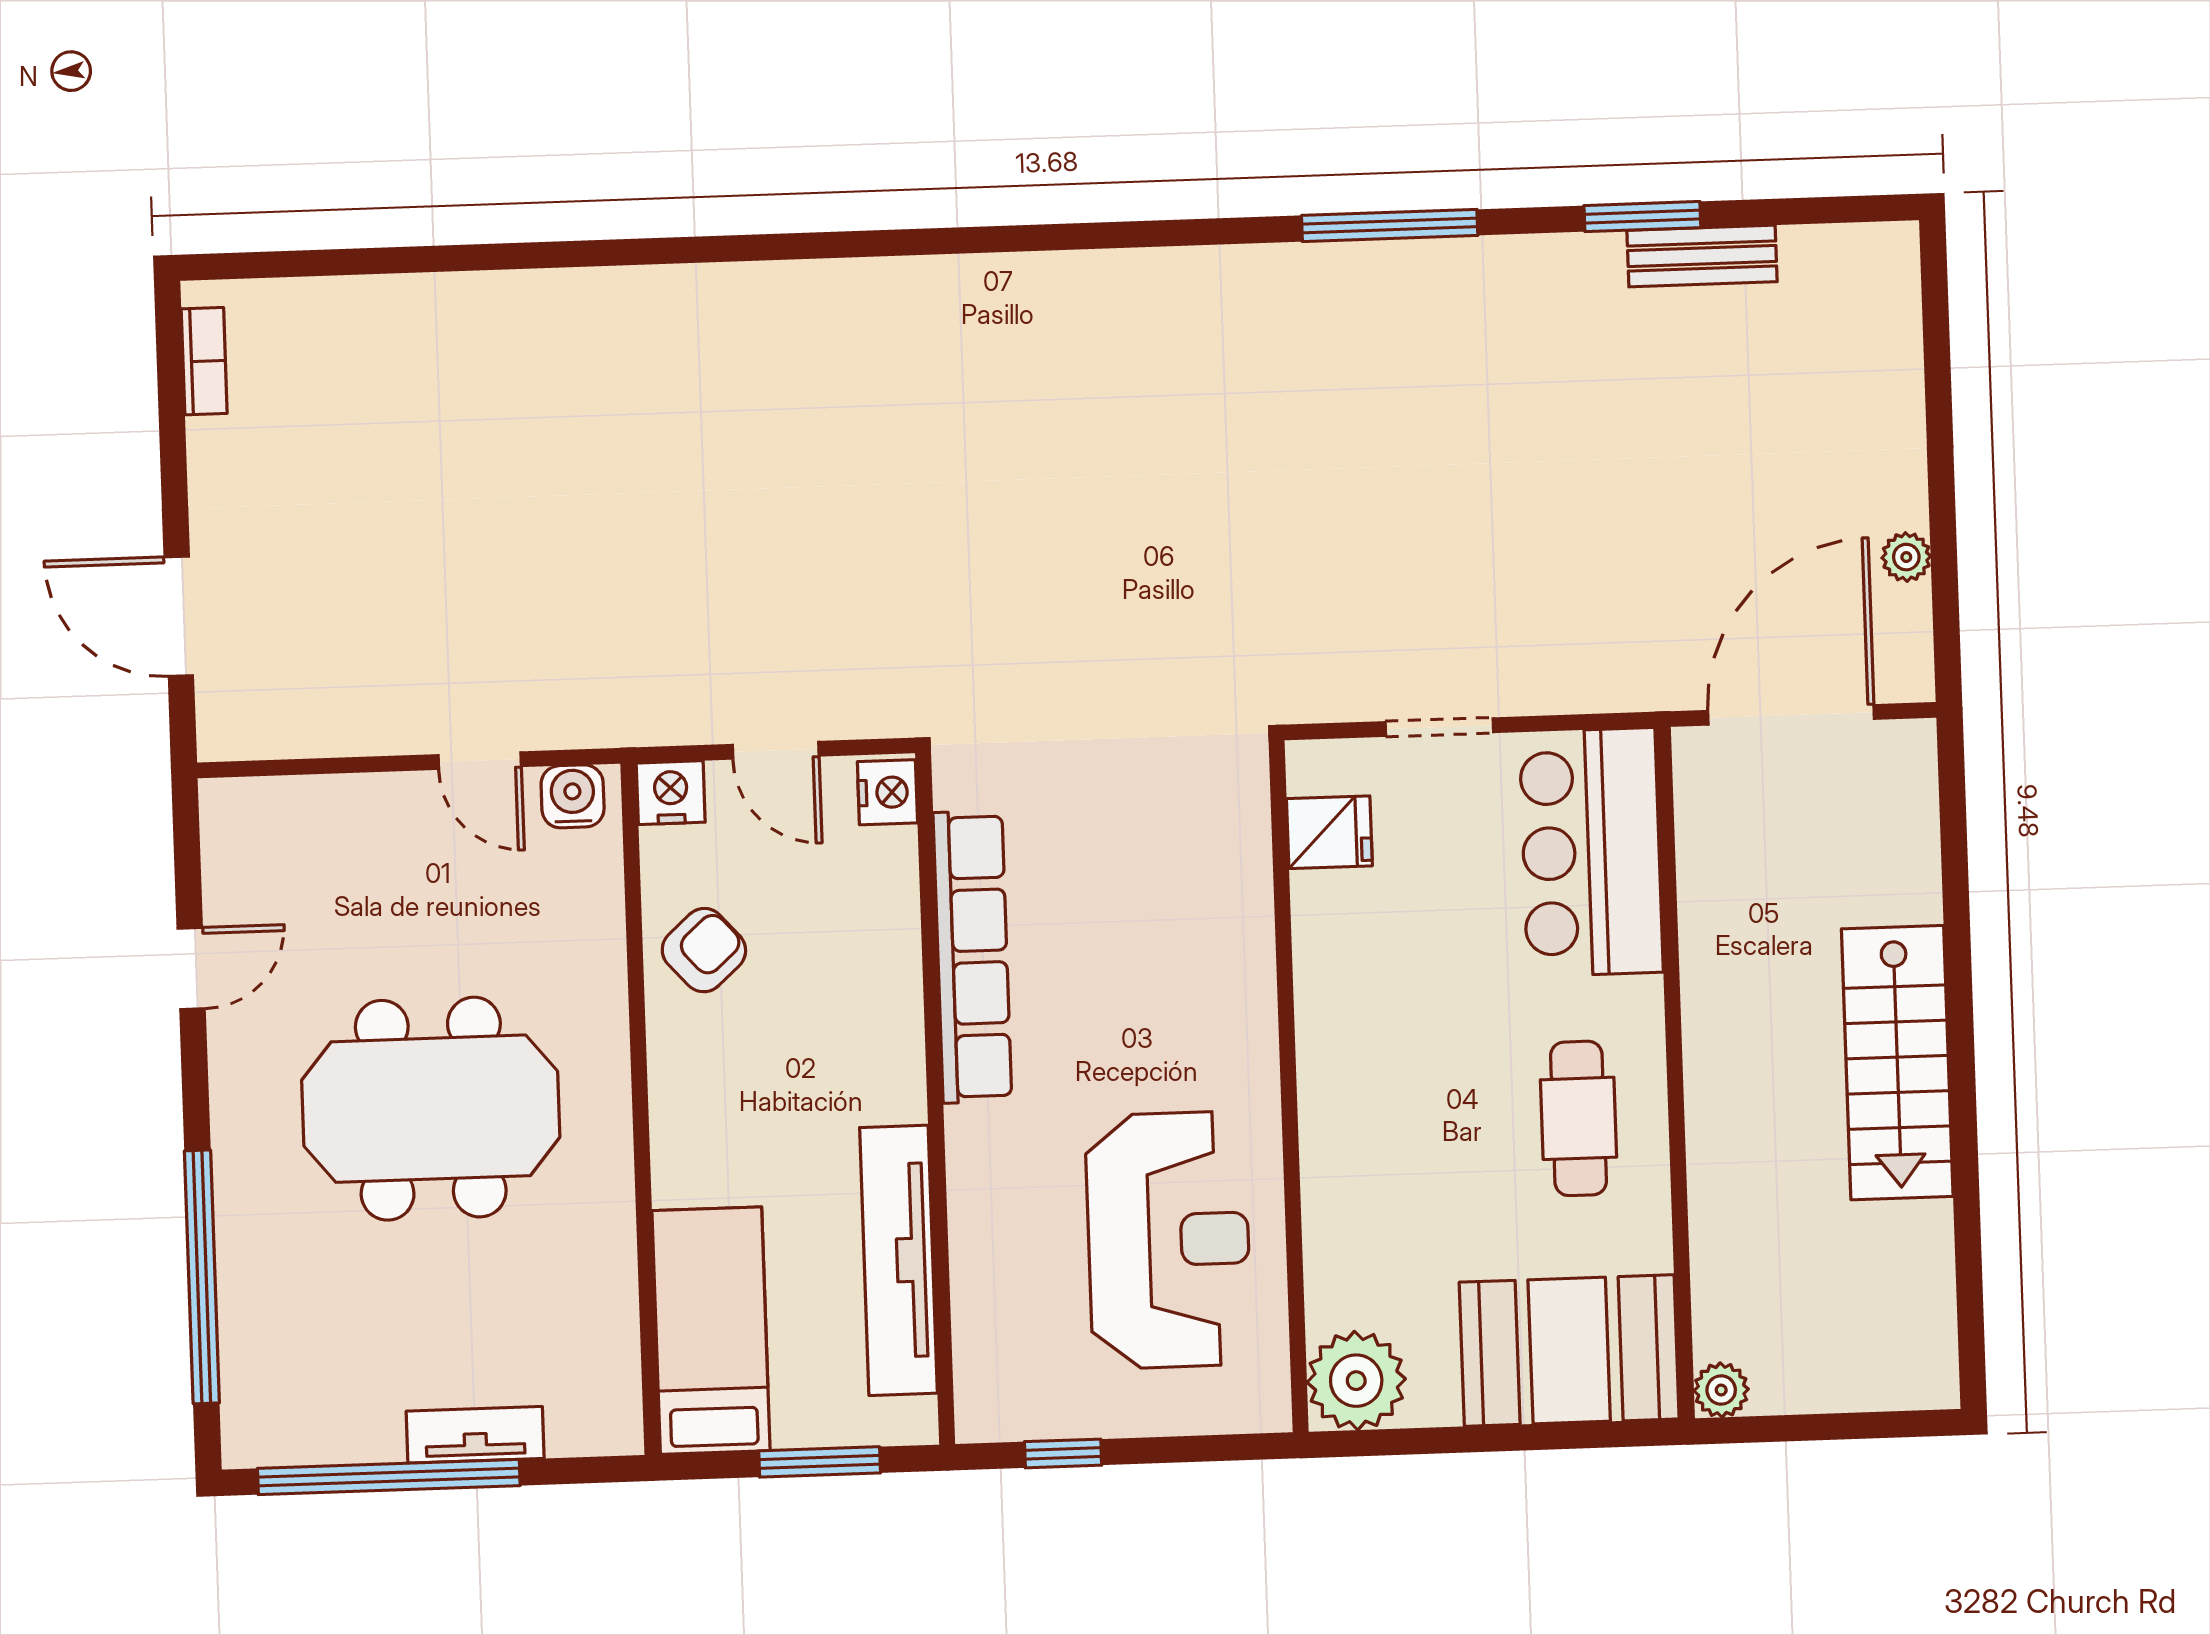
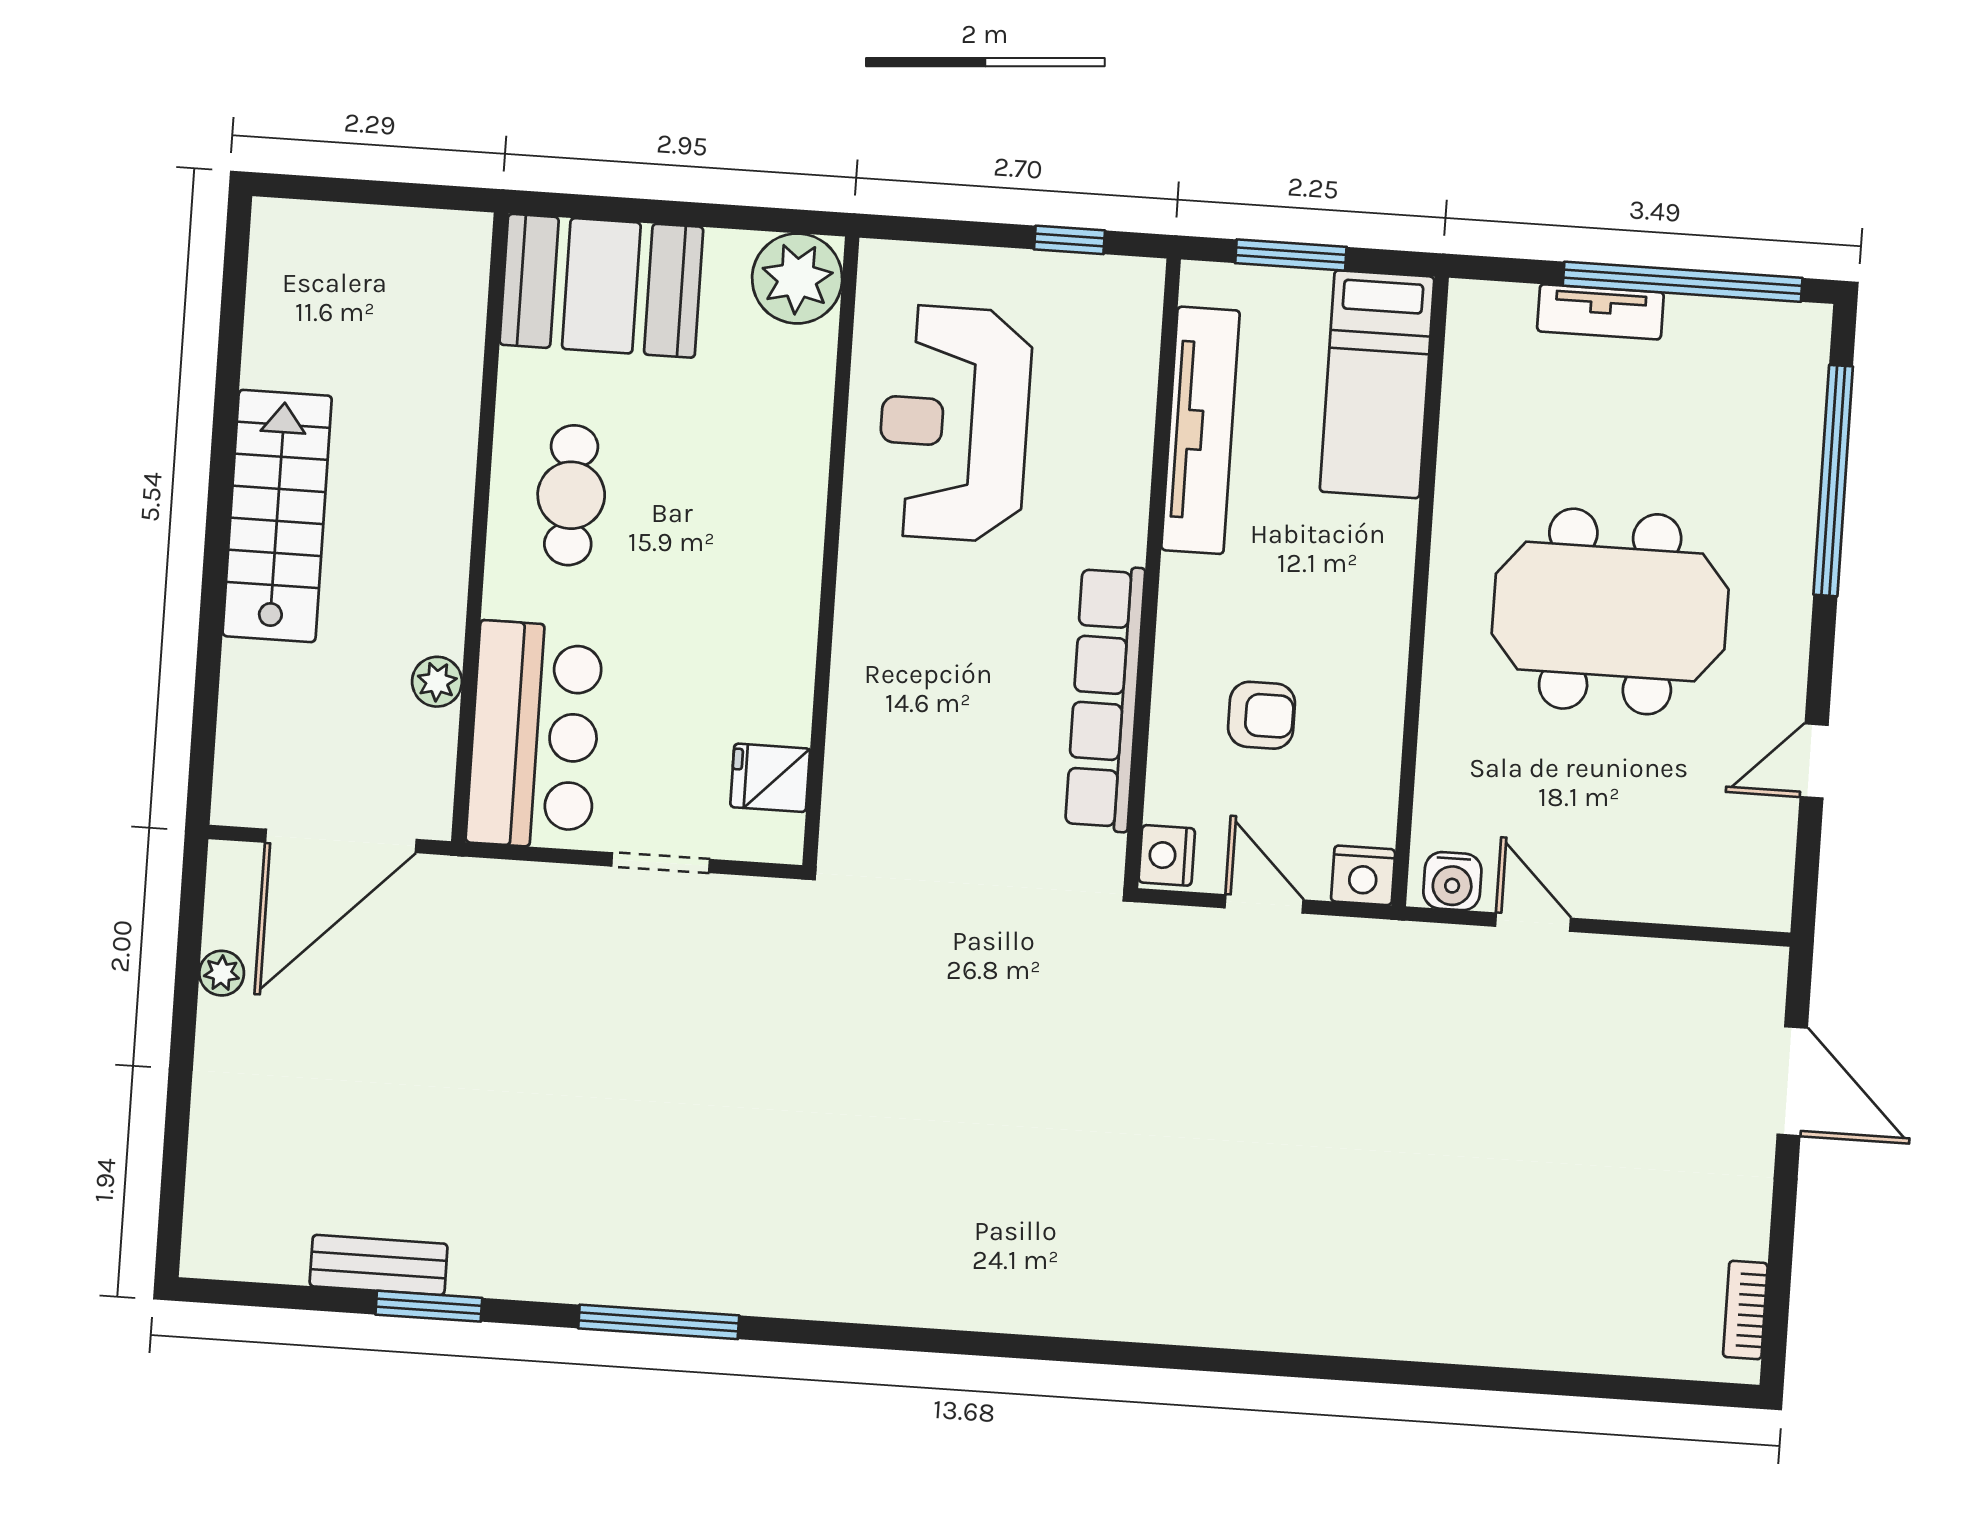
armchair: (704, 950) -> (1262, 715), moved, turned -138
plant: (1721, 1390) -> (437, 682), moved

